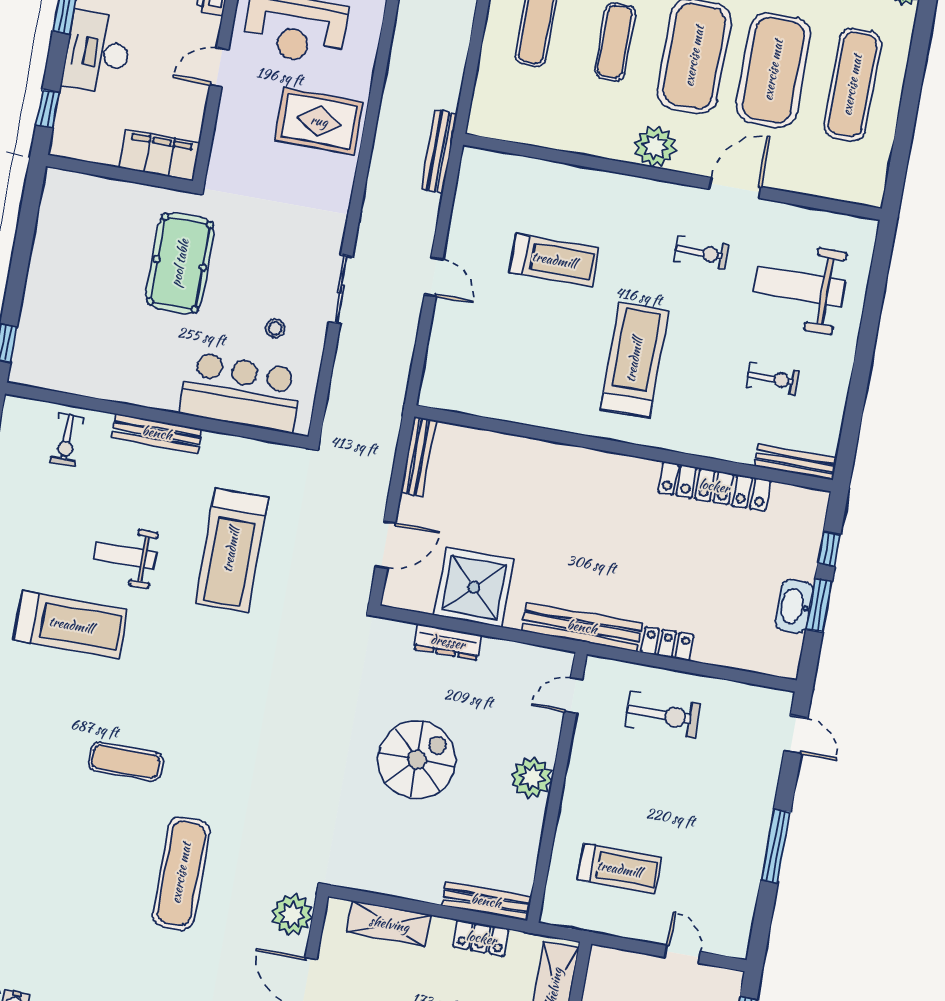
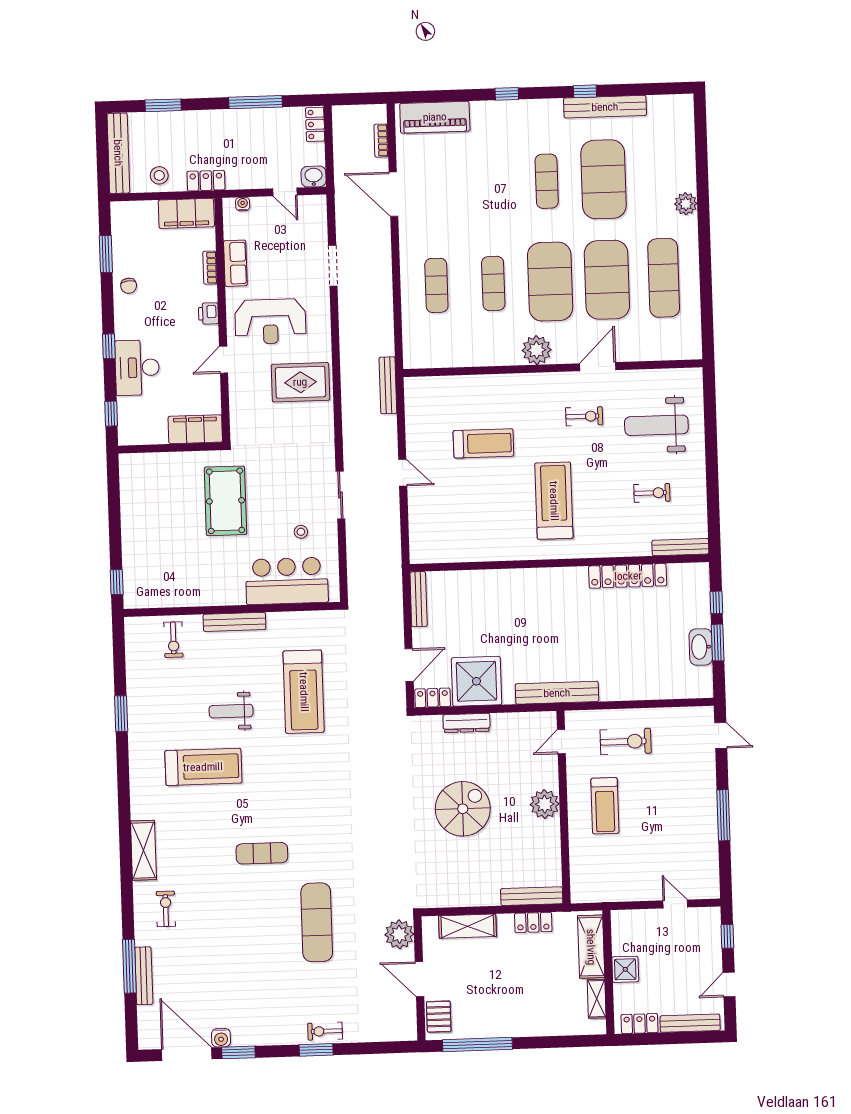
locker: (667, 644) -> (433, 698), moved
treadmill: (619, 869) -> (605, 806), moved, turned 90

